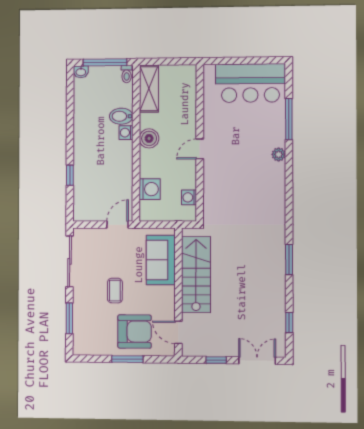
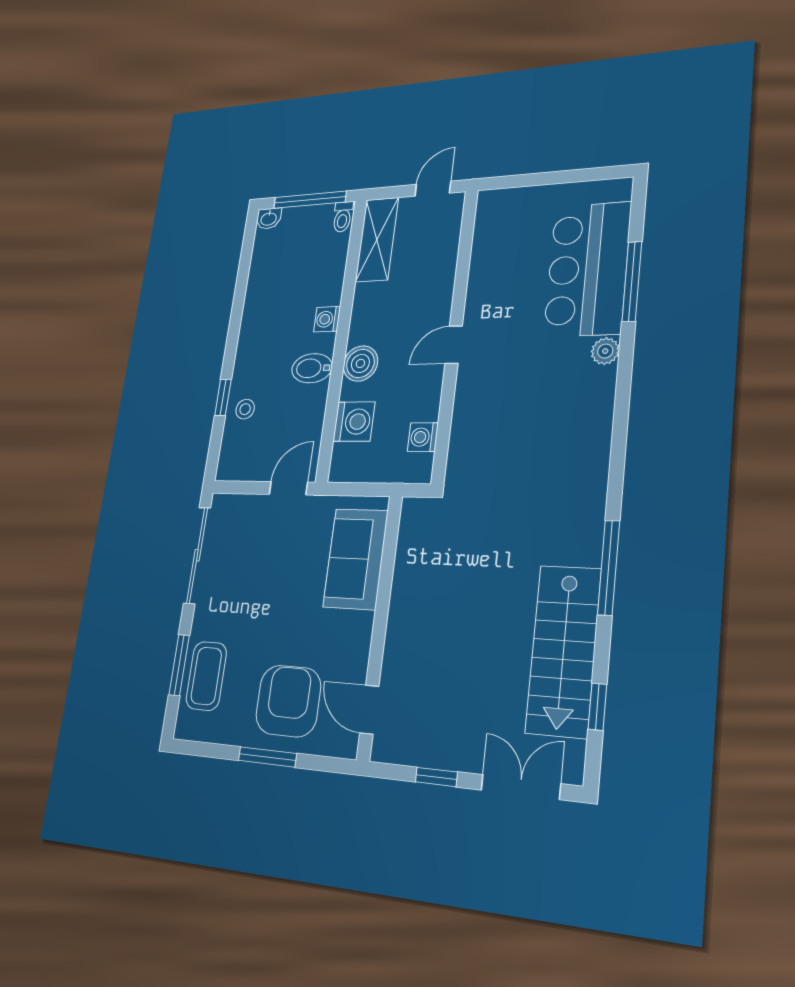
door: (178, 61) -> (433, 189), added
bar counter: (250, 83) -> (587, 269), moved, turned 90
bidet: (121, 116) -> (312, 368), moved
boiler: (149, 138) -> (360, 363), moved
stool: (85, 182) -> (245, 409), added
window: (289, 260) -> (609, 568), width x1.44
stairs: (196, 274) -> (563, 650), moved, turned 180
coffee table: (115, 291) -> (206, 676), moved, width x1.36, depth x1.30
armchair: (135, 332) -> (288, 701), turned -90

